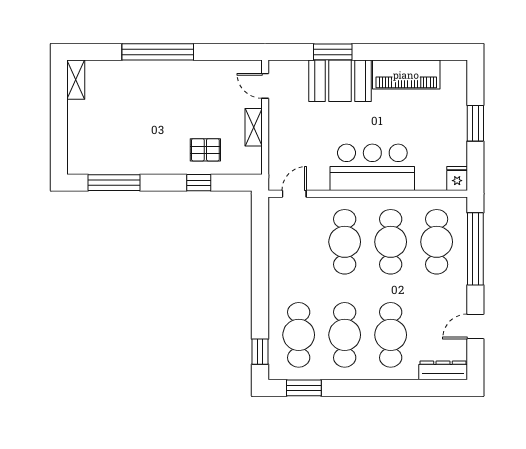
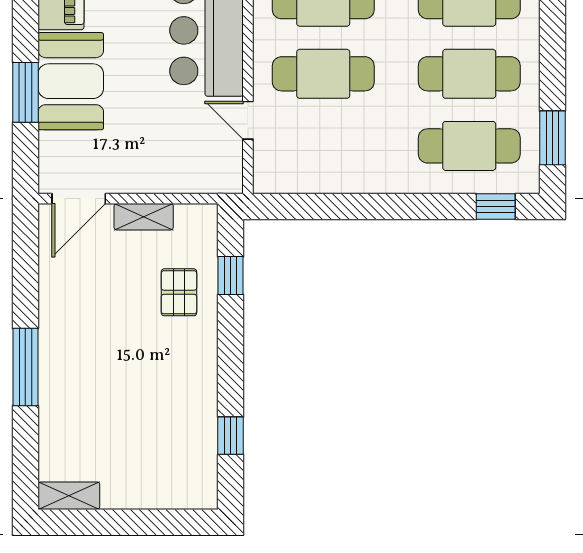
window: (158, 52) -> (25, 367), width x0.68
door: (265, 86) -> (79, 199), width x1.38
window: (114, 183) -> (231, 436), width x0.46
window: (199, 183) -> (231, 276), moved
door: (294, 194) -> (248, 120), moved

